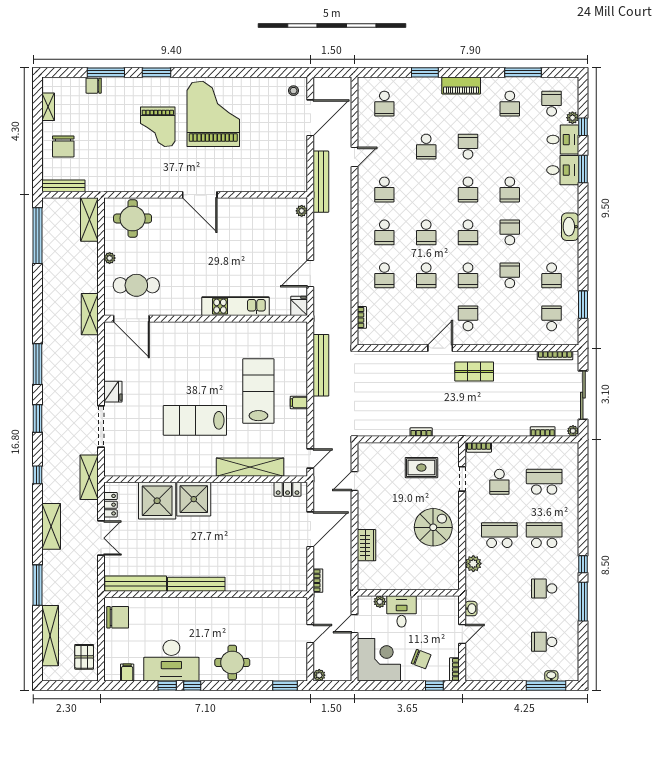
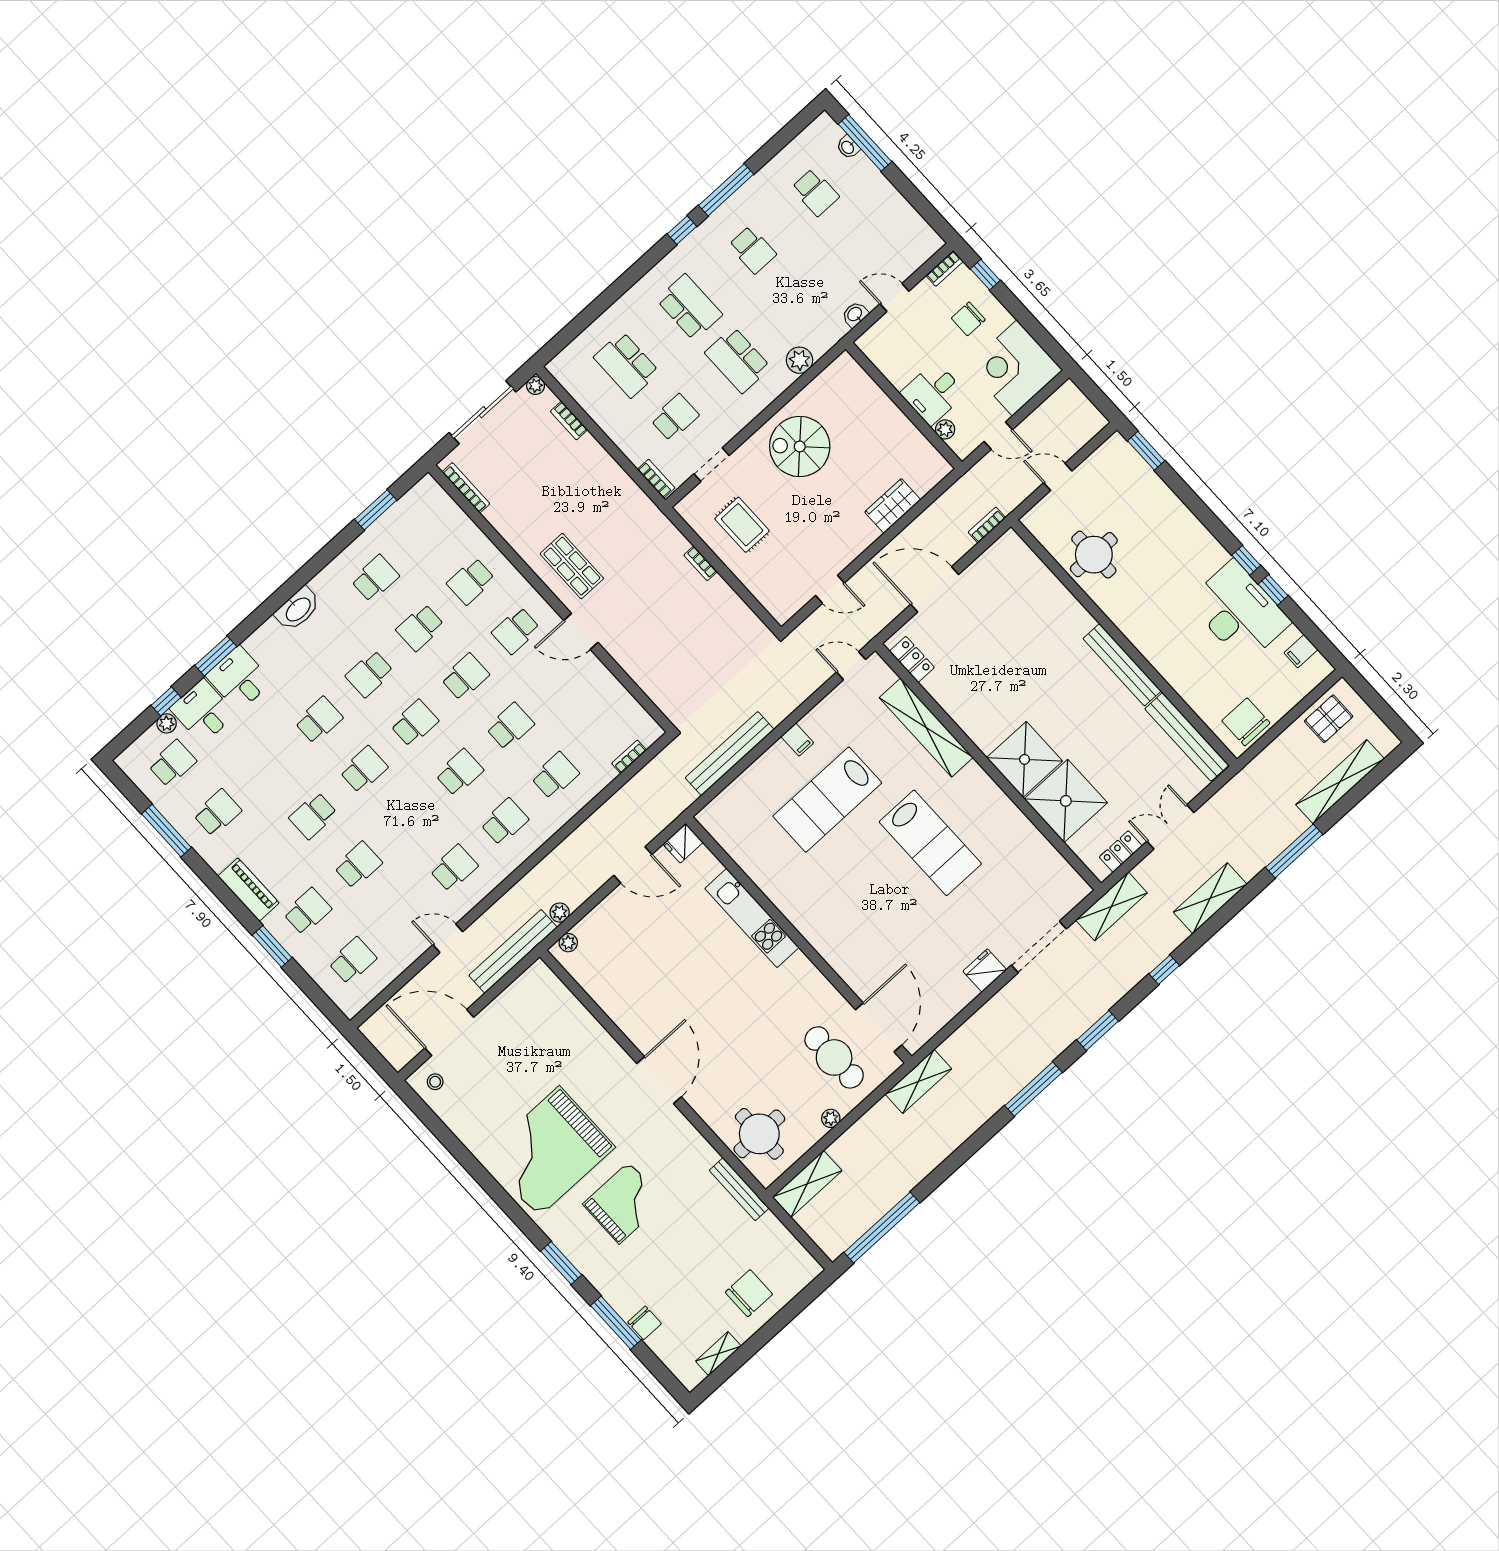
school desk: (426, 104) -> (307, 911), added
school desk: (552, 104) -> (172, 763), turned 180
bench: (63, 186) -> (739, 1189), moved
school desk: (552, 318) -> (471, 581), moved
school desk: (544, 535) -> (689, 307), turned 180
chair: (421, 659) -> (968, 319), turned -111
round table: (232, 663) -> (1094, 555), moved
plant: (319, 675) -> (560, 913), moved

